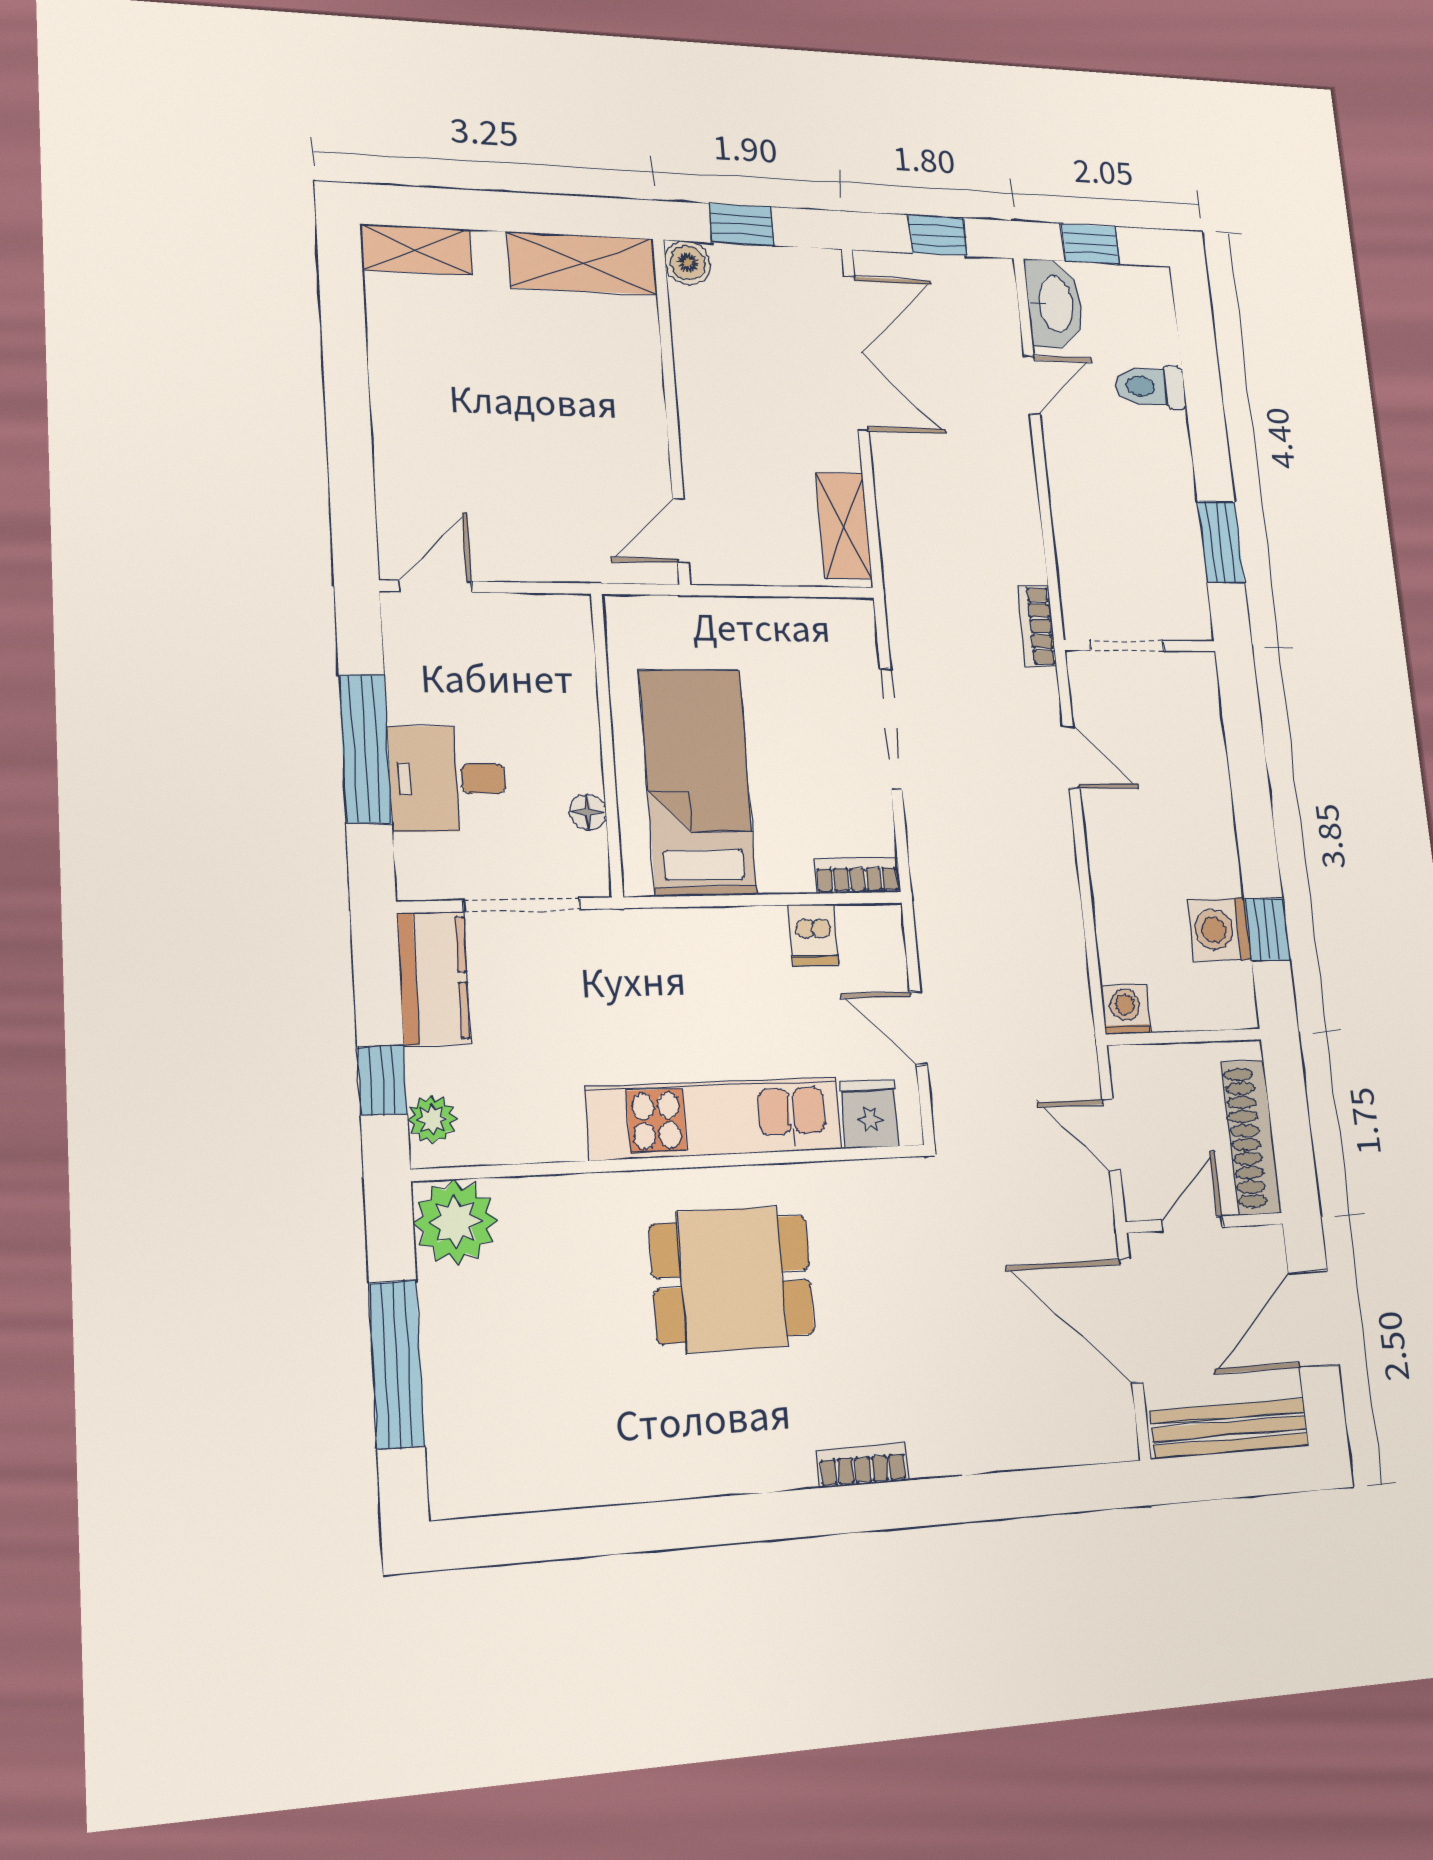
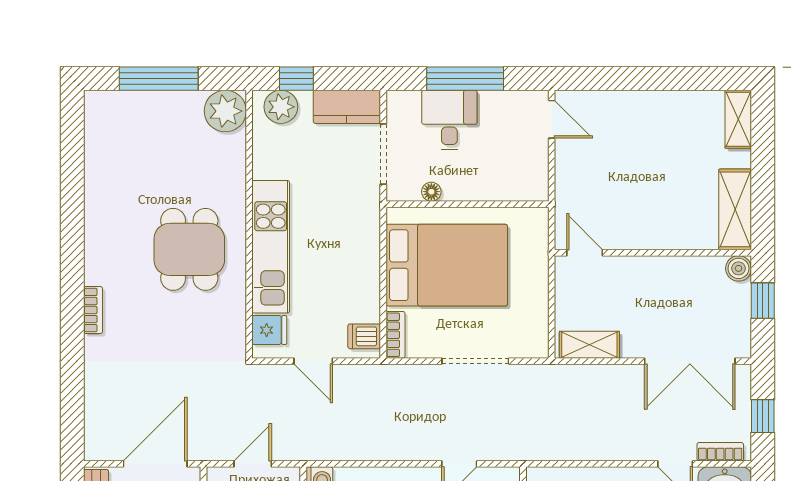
bookcase: (1037, 626) -> (720, 452), moved
bed: (698, 782) -> (447, 265), width x1.50
dishwasher: (813, 935) -> (364, 336), moved
door: (918, 1028) -> (313, 361), swing flipped
plant: (432, 1119) -> (281, 107), width x1.38, depth x1.38

